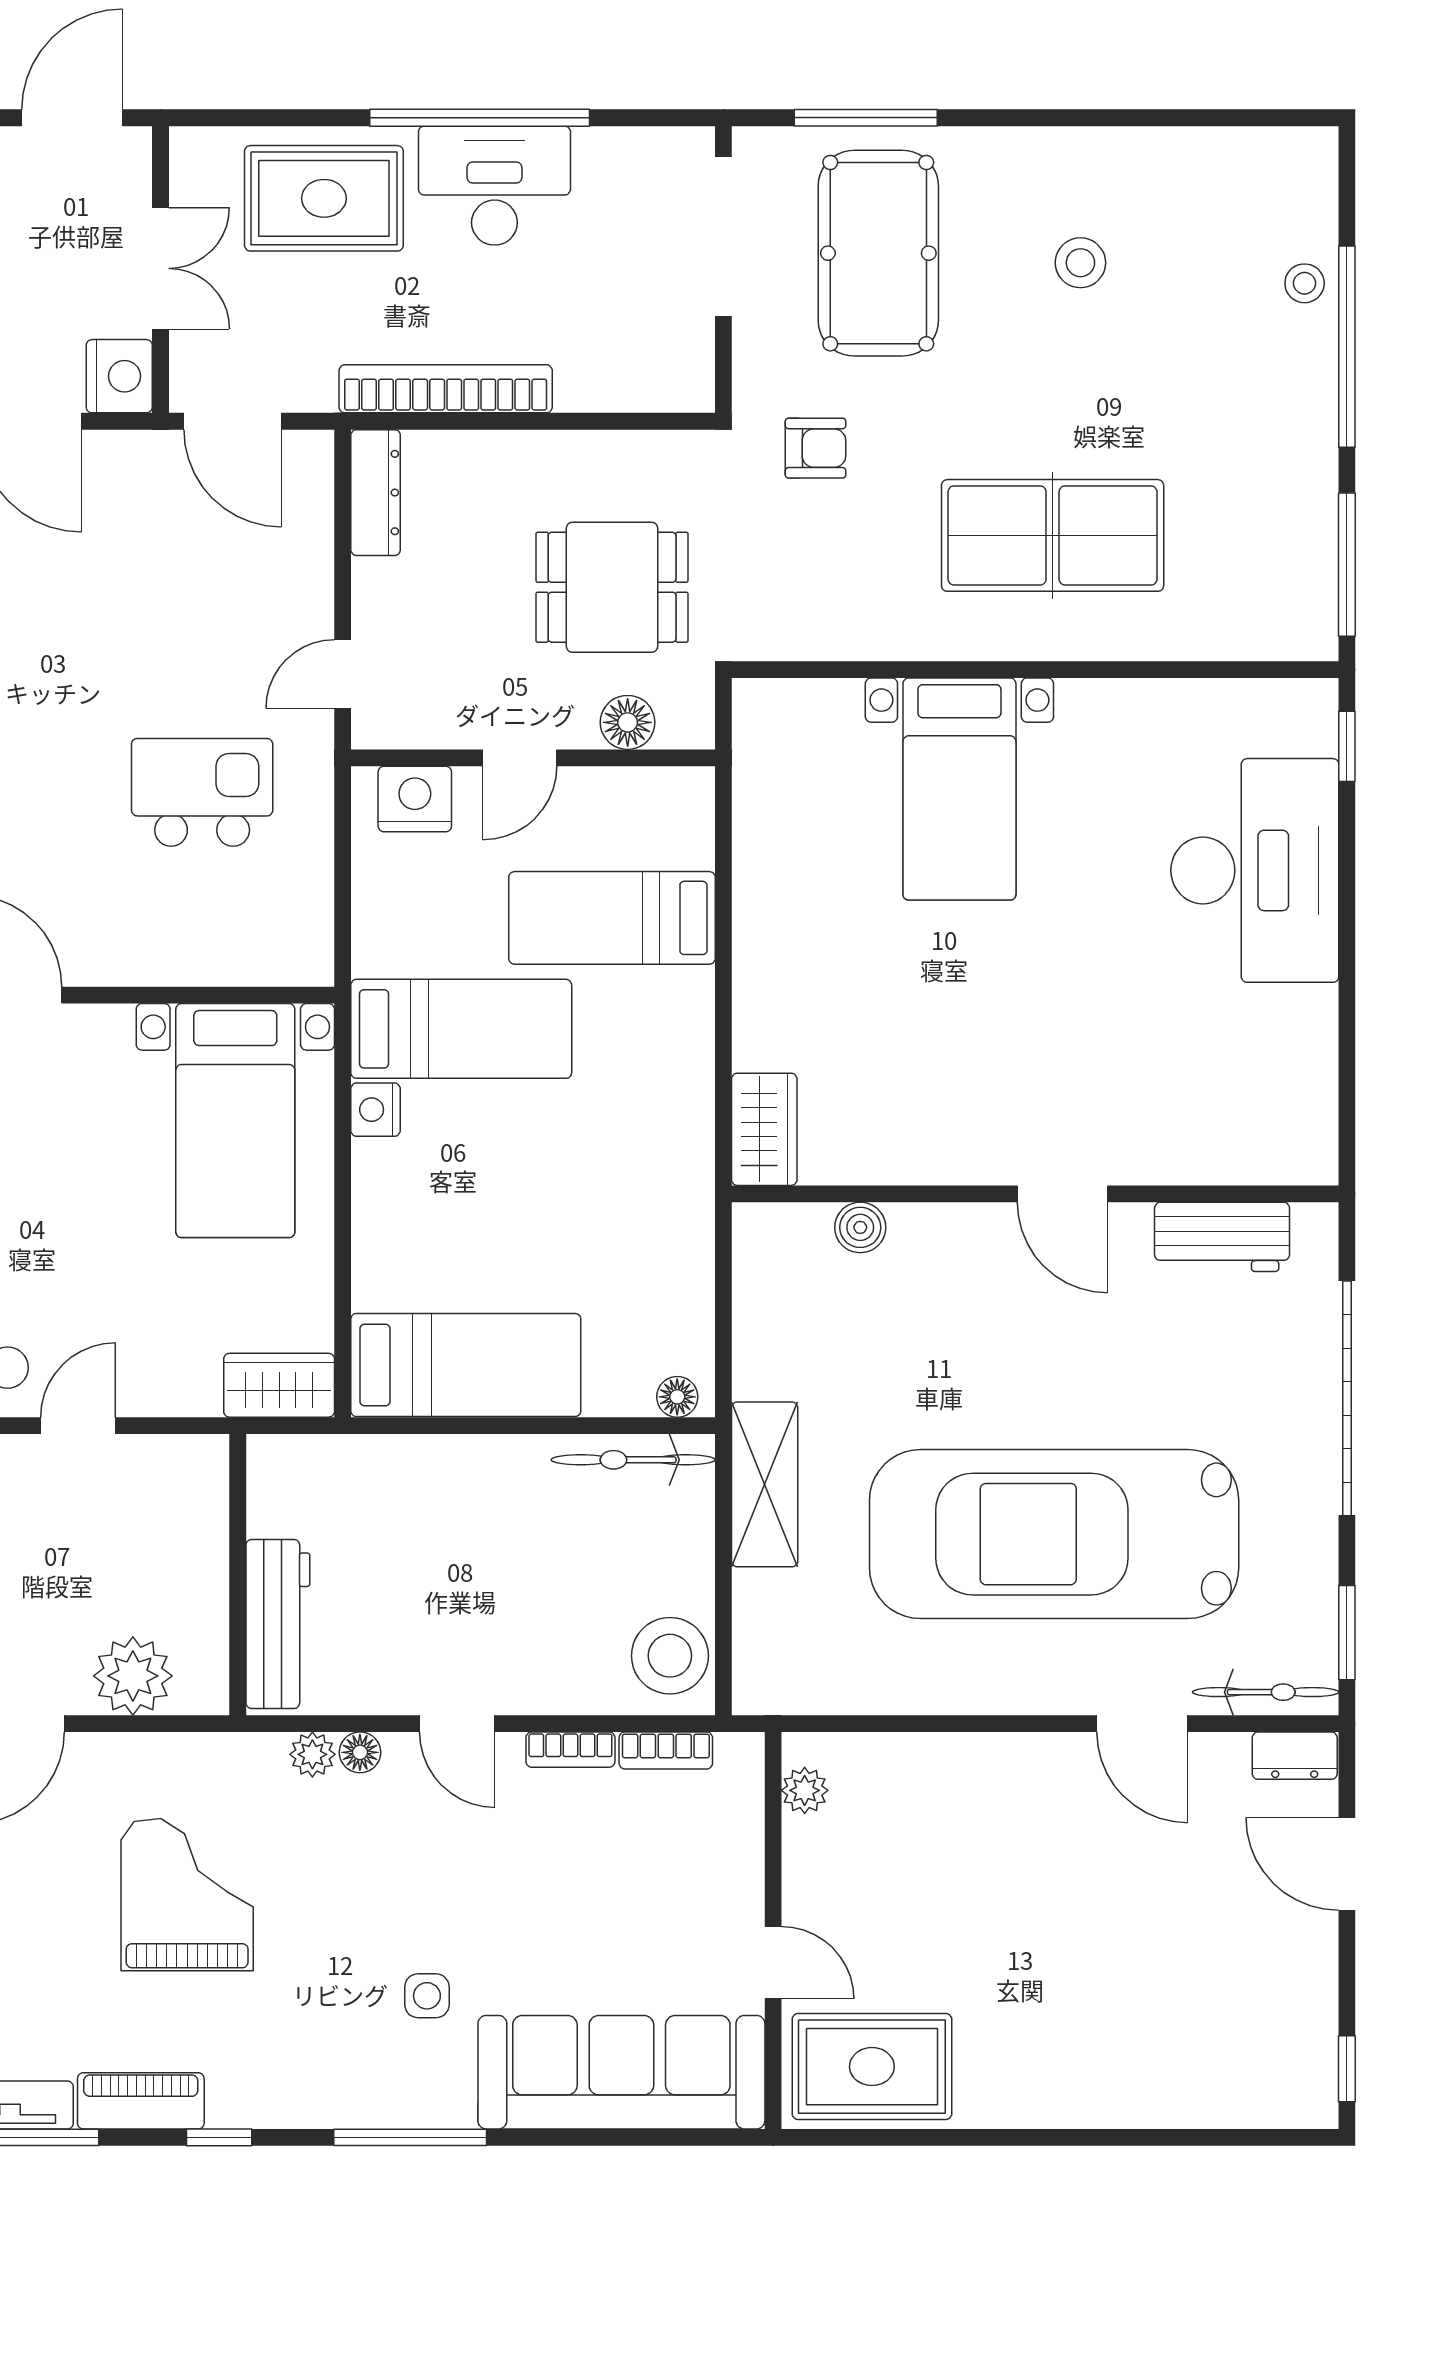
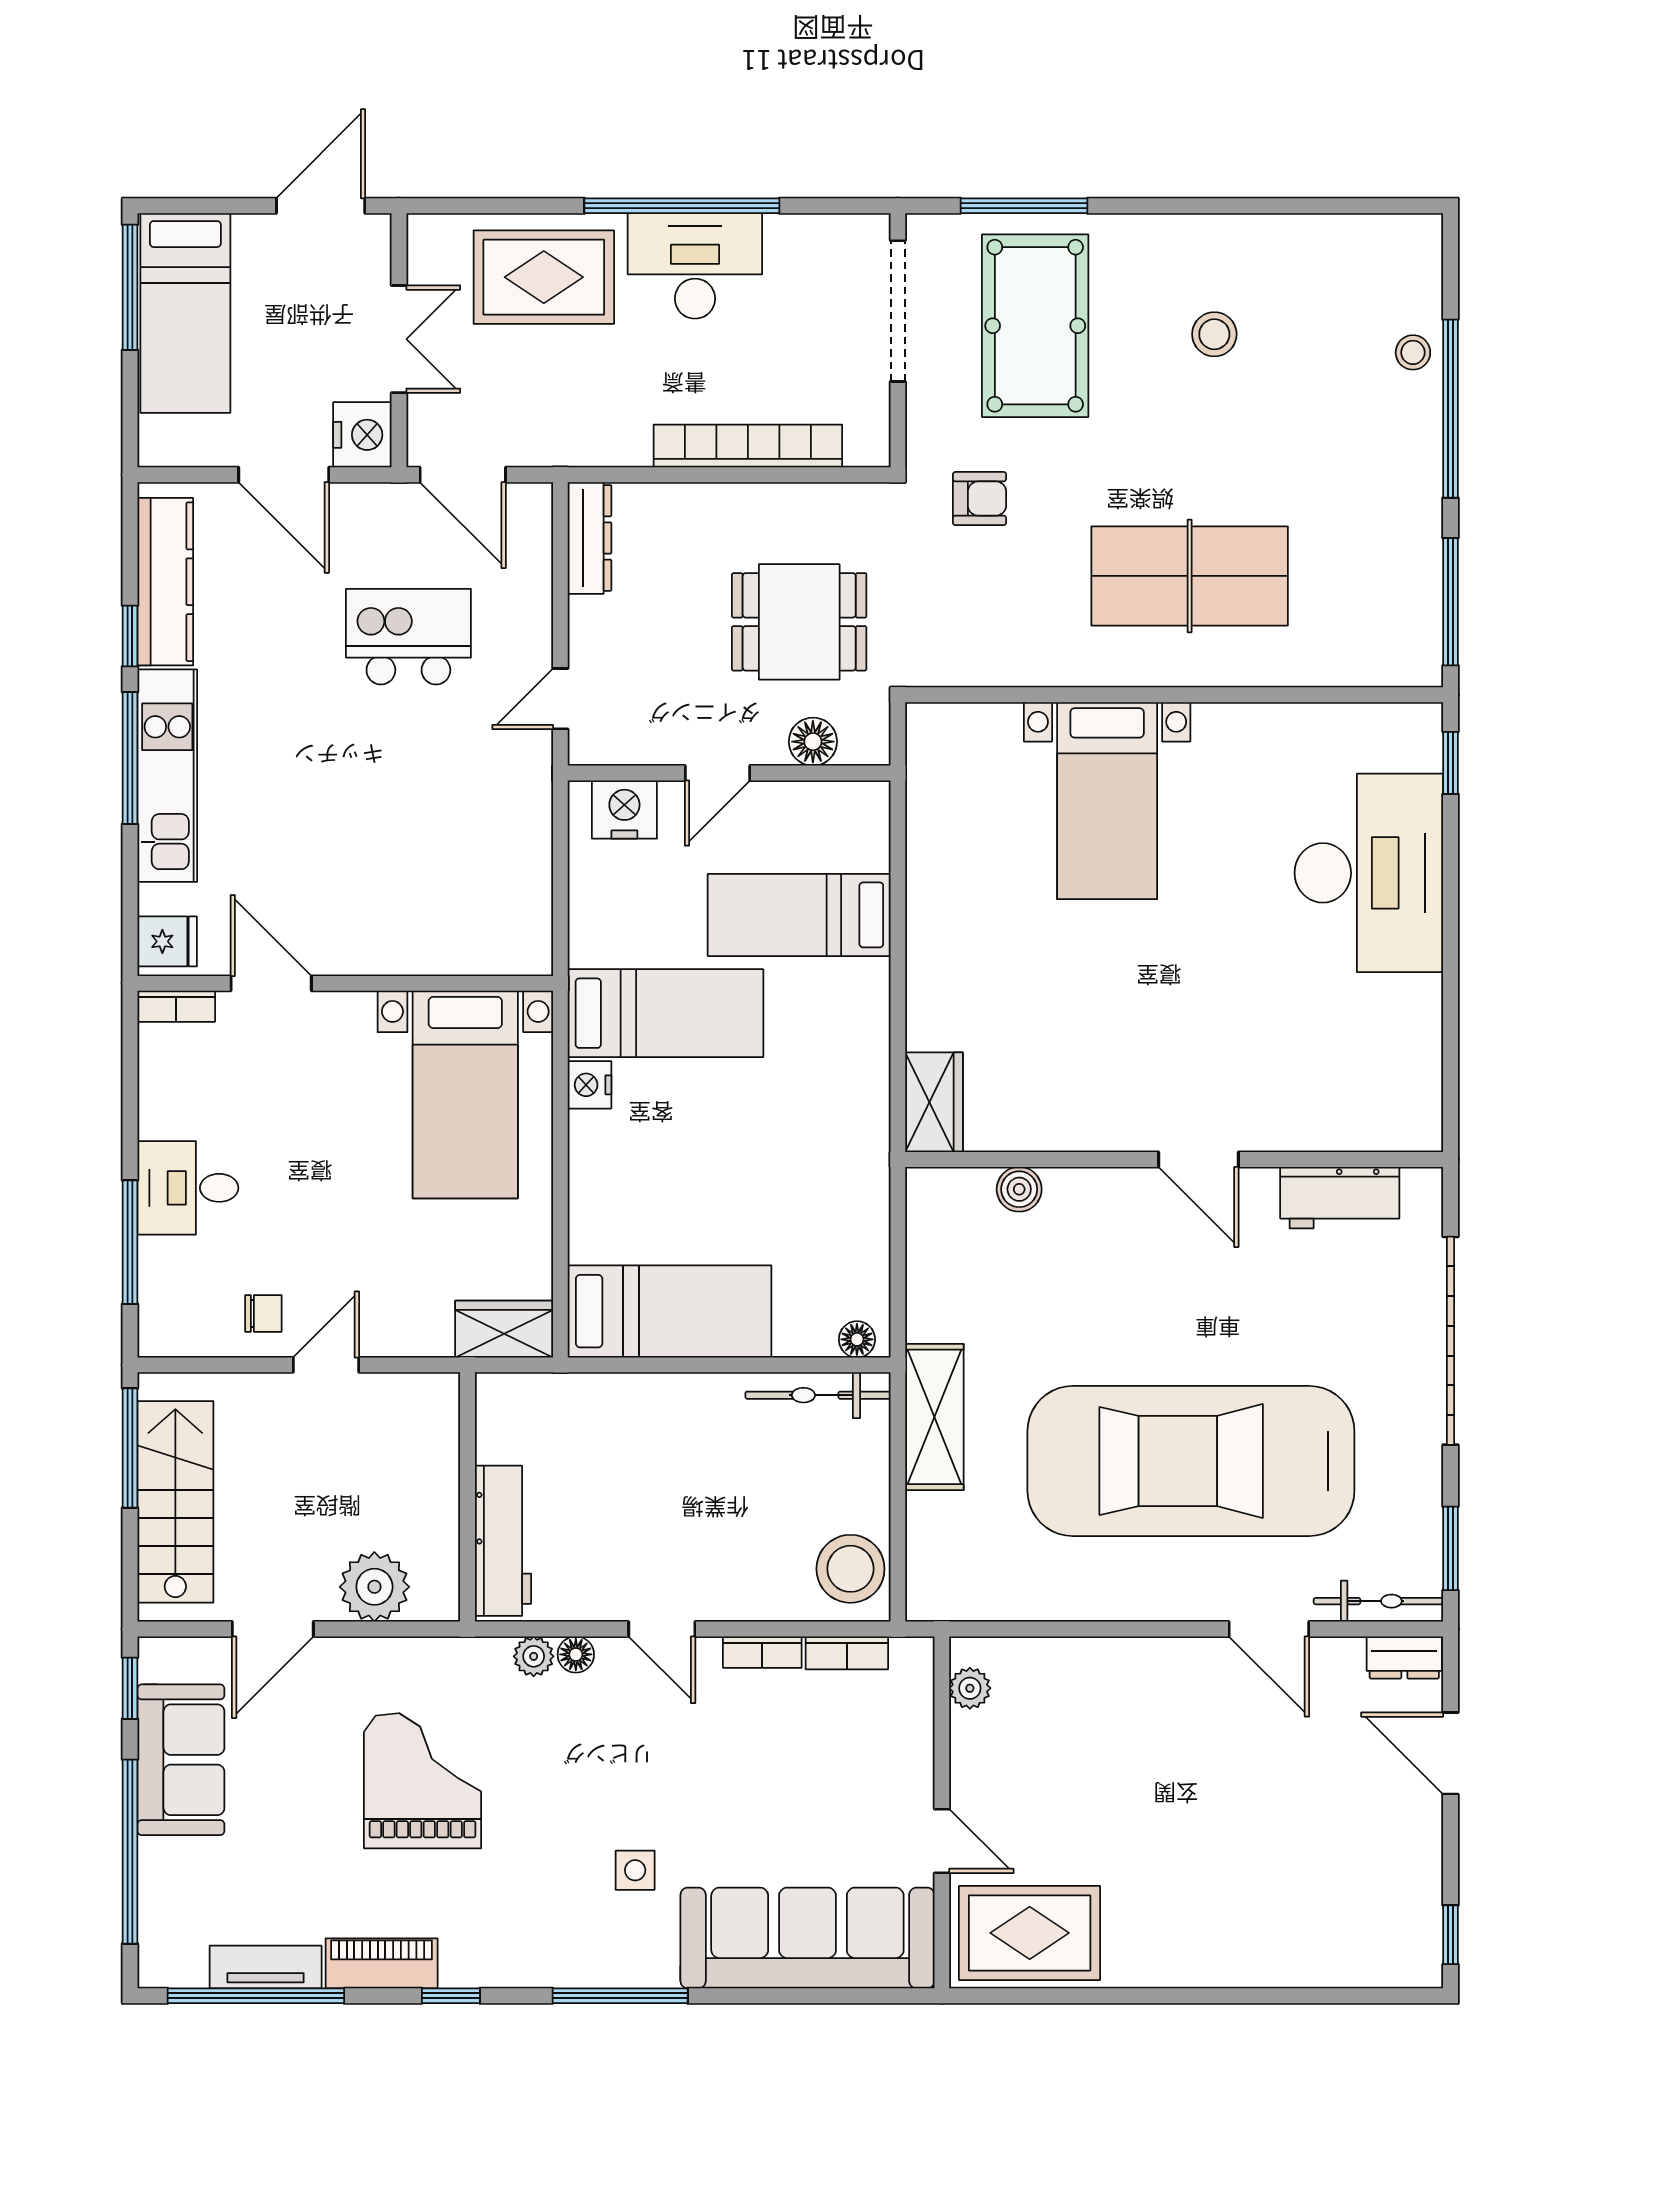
bookcase: (446, 389) -> (748, 446), moved
kitchen island: (202, 792) -> (408, 637), moved

